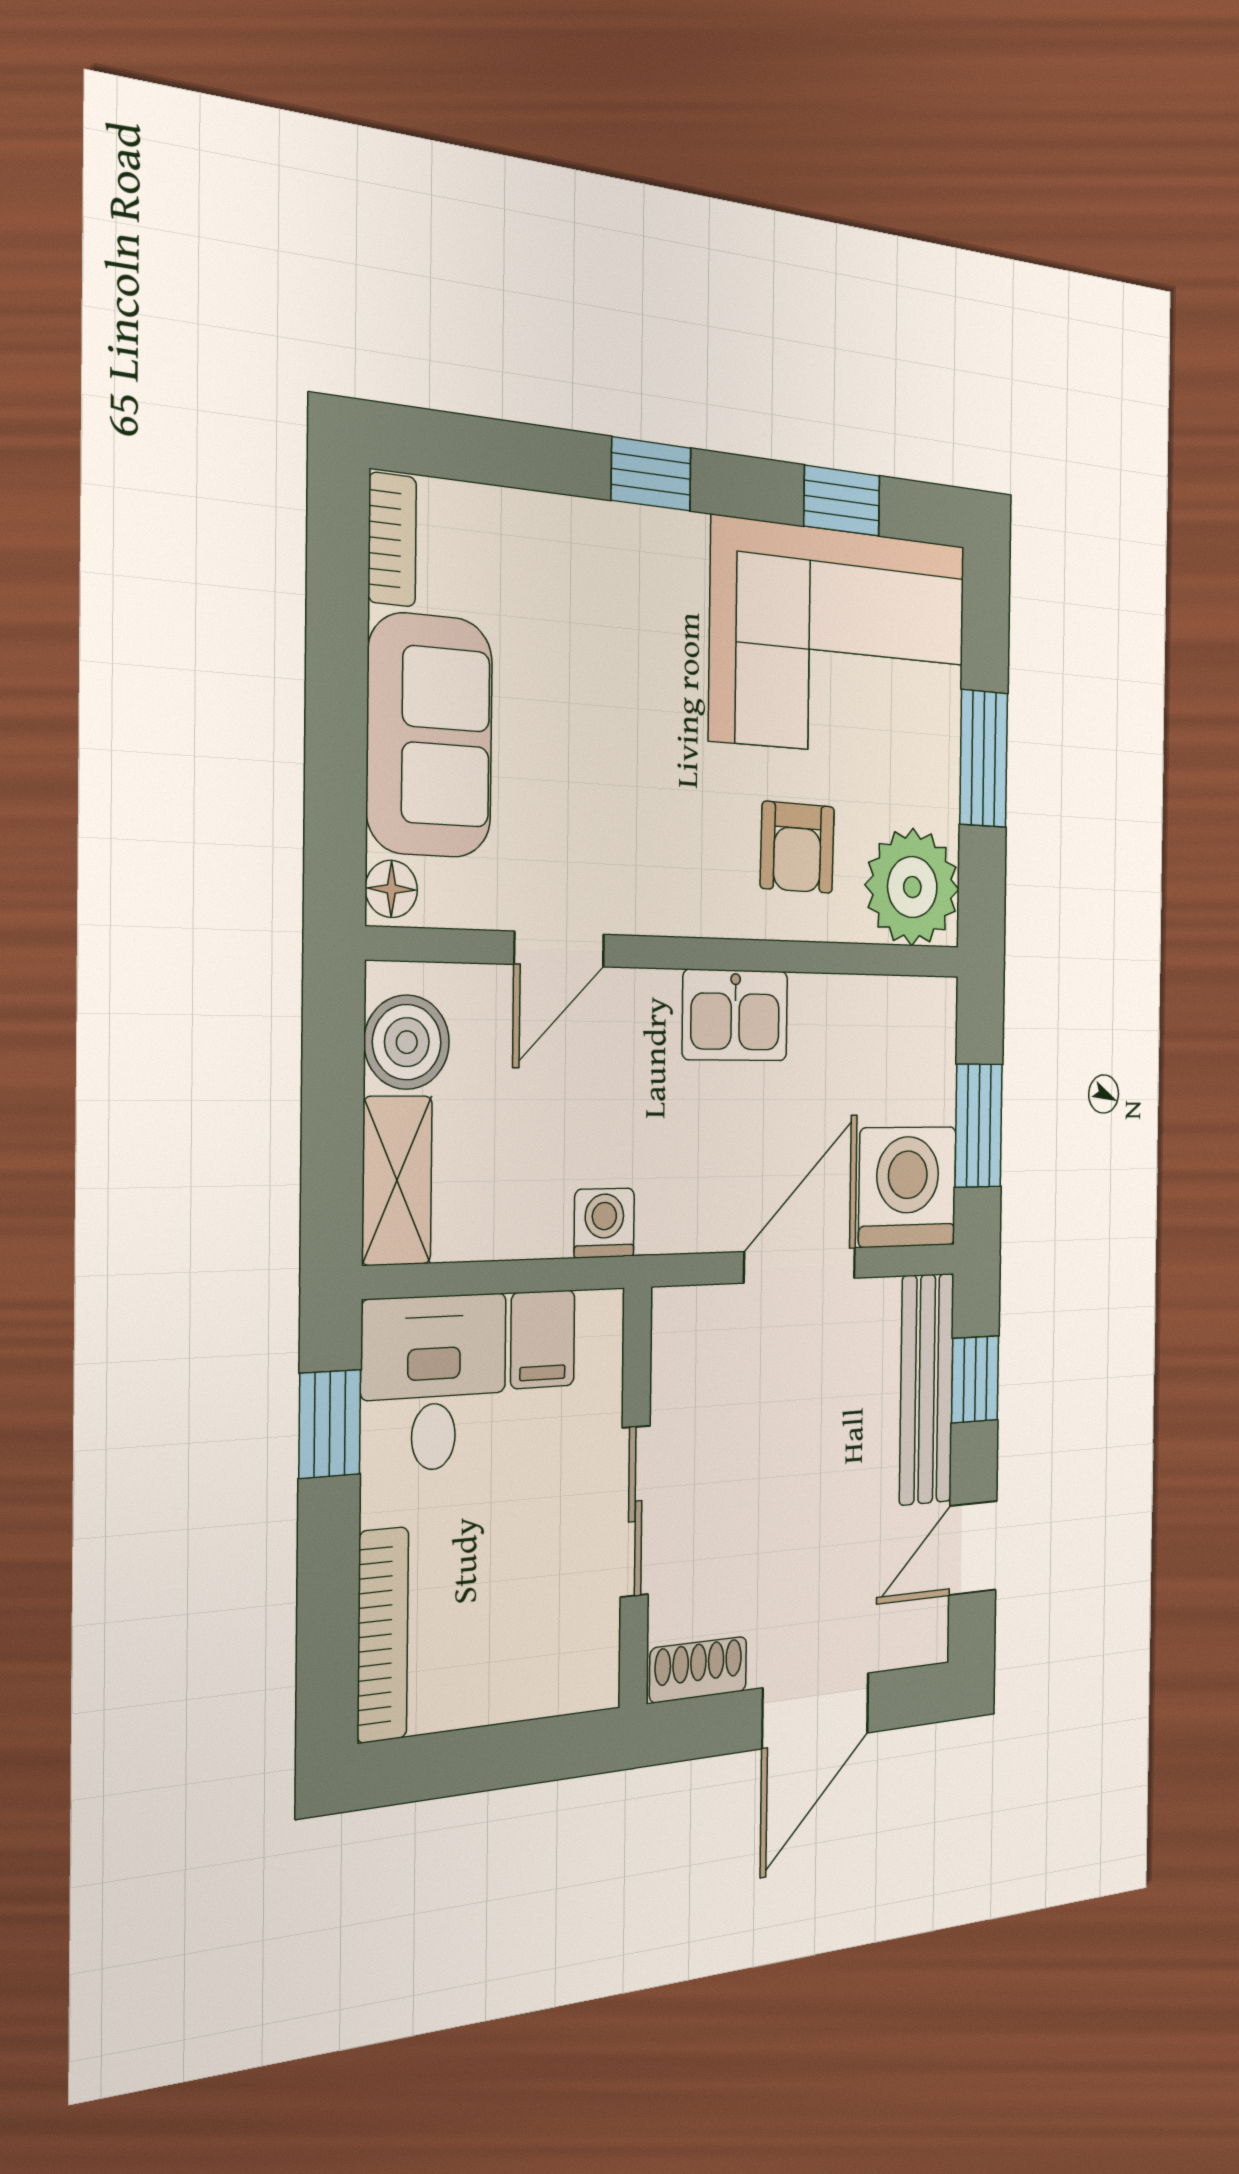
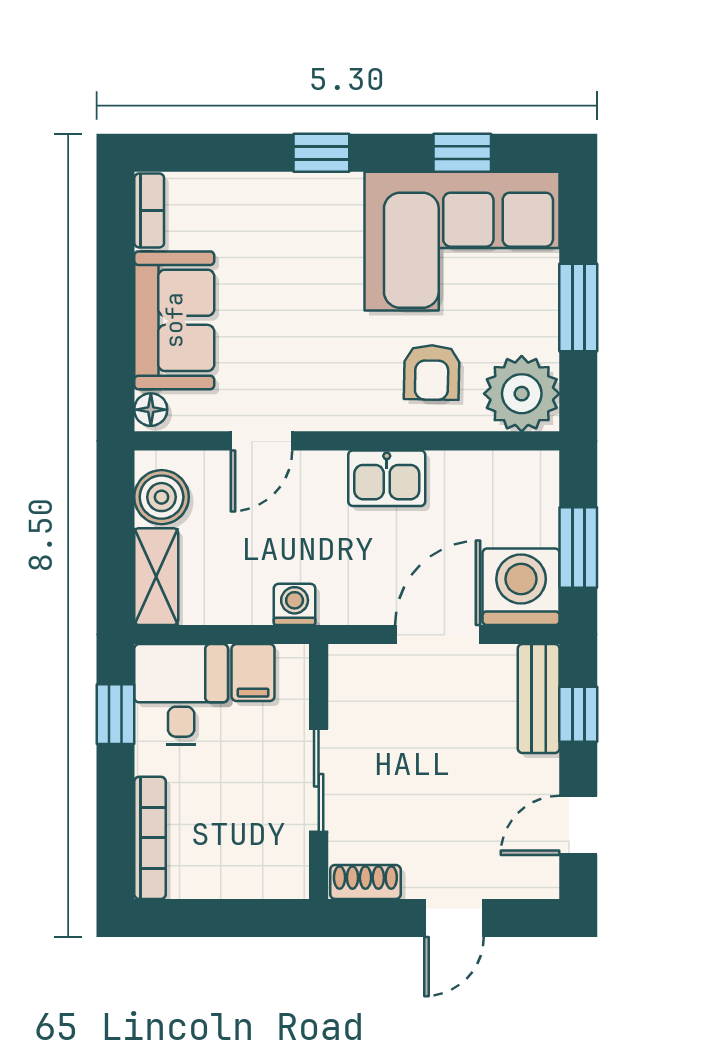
bench: (927, 1389) -> (539, 699), width x0.73
door: (816, 1711) -> (454, 918), width x0.73

